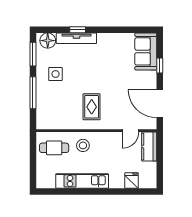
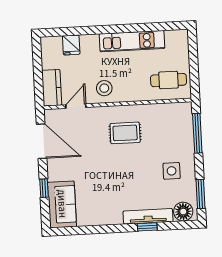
window: (33, 93) -> (197, 133), moved
rug: (92, 107) -> (125, 133), turned 90
stool: (83, 145) -> (104, 88), moved

